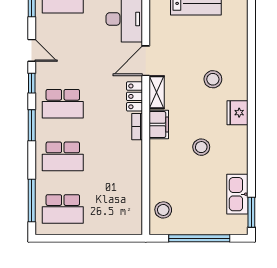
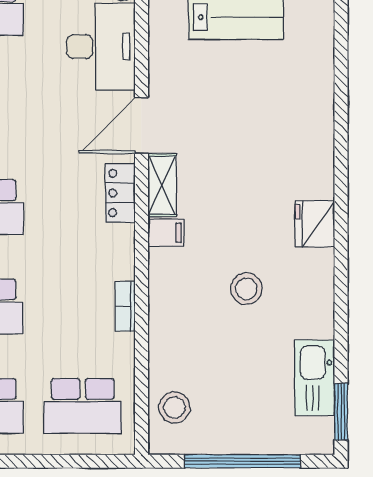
stool: (213, 79) -> (268, 161), removed
filing cabinet: (159, 125) -> (166, 233), width x0.50
bookcase: (137, 127) -> (125, 306), moved
school desk: (115, 209) -> (83, 406), added

